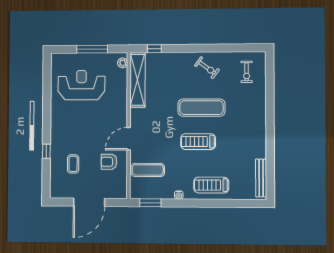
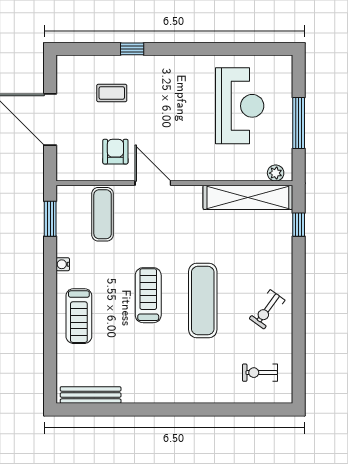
treadmill: (211, 185) -> (79, 316), turned 180

